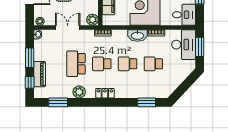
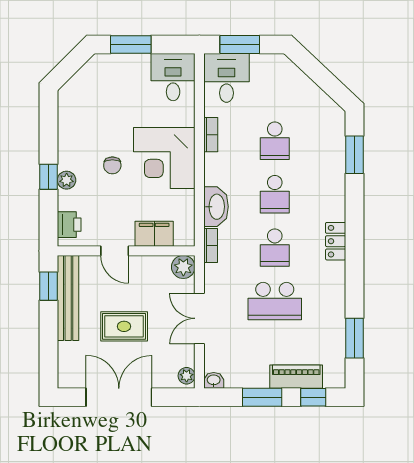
washbasin: (137, 35) -> (216, 207), moved
desk: (184, 45) -> (226, 78), width x0.73
plant: (79, 92) -> (333, 295), removed

